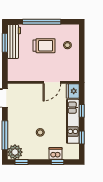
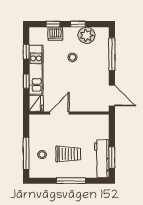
window: (42, 22) -> (71, 181), width x0.68
trolley: (44, 46) -> (68, 154), turned 180
window: (82, 46) -> (26, 153), added
plant: (15, 152) -> (87, 35), moved
window: (21, 162) -> (78, 24), moved

